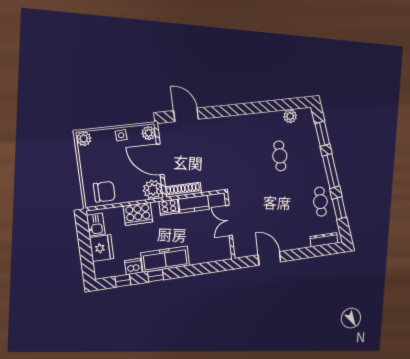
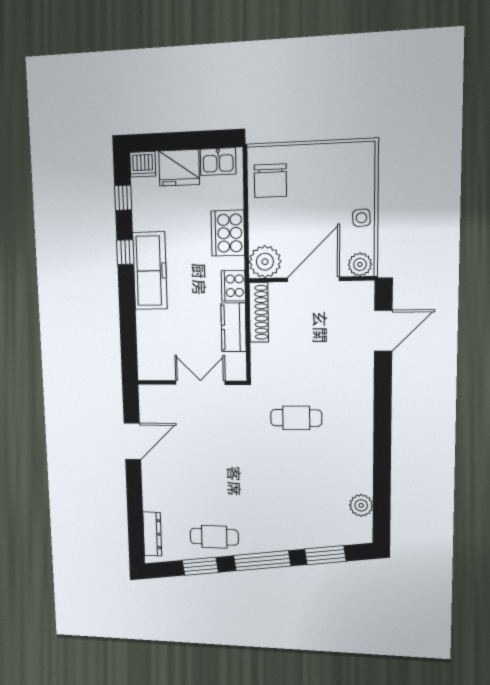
plant: (84, 139) -> (363, 154), removed
cafe table: (280, 156) -> (296, 418), moved
dishwasher: (133, 267) -> (143, 164), moved, turned 90

